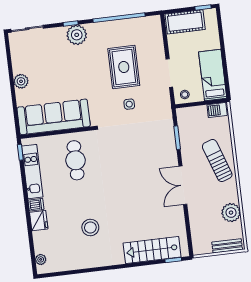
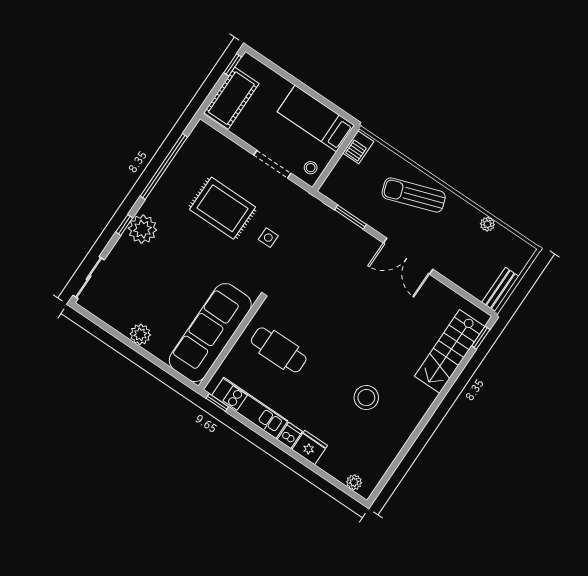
plant: (231, 213) -> (487, 224), width x0.53, depth x0.53
bench: (227, 246) -> (500, 289), moved

